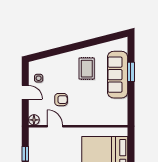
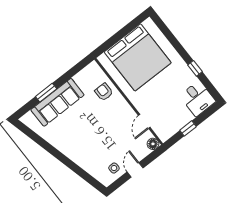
rug: (87, 69) -> (73, 133), removed
armchair: (61, 100) -> (104, 92), moved

